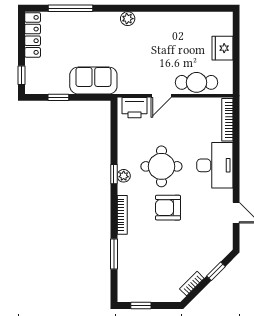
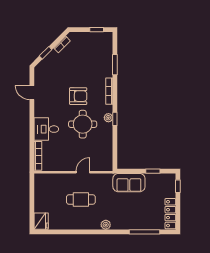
fridge: (222, 48) -> (41, 221), moved
cafe table: (196, 82) -> (81, 200), moved
printer: (134, 108) -> (101, 164), removed
desk: (215, 165) -> (46, 129), width x0.73

